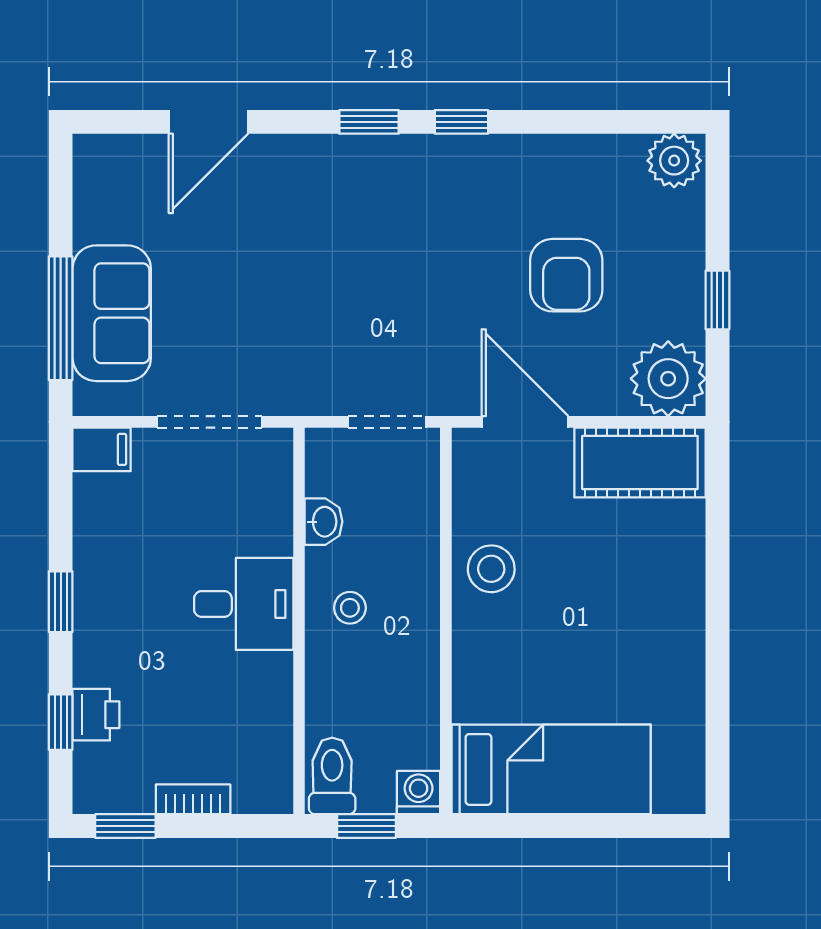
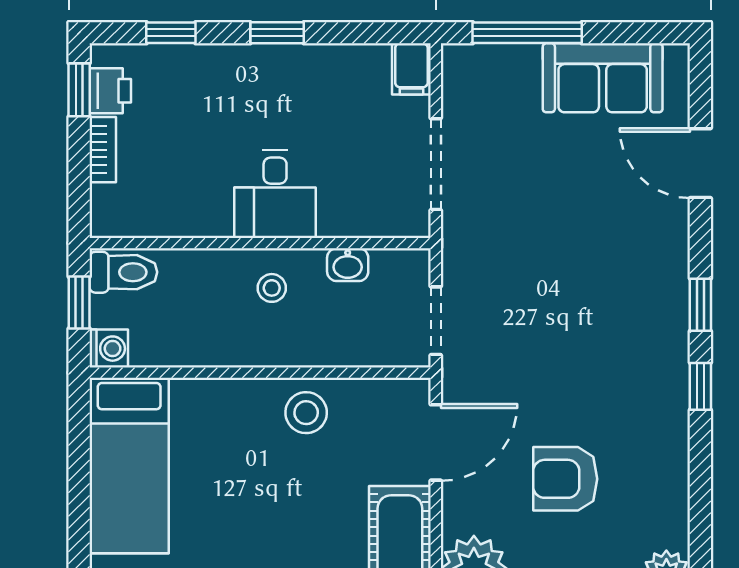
sofa: (112, 313) -> (603, 78), moved
printer: (96, 715) -> (110, 91), moved, turned -90

